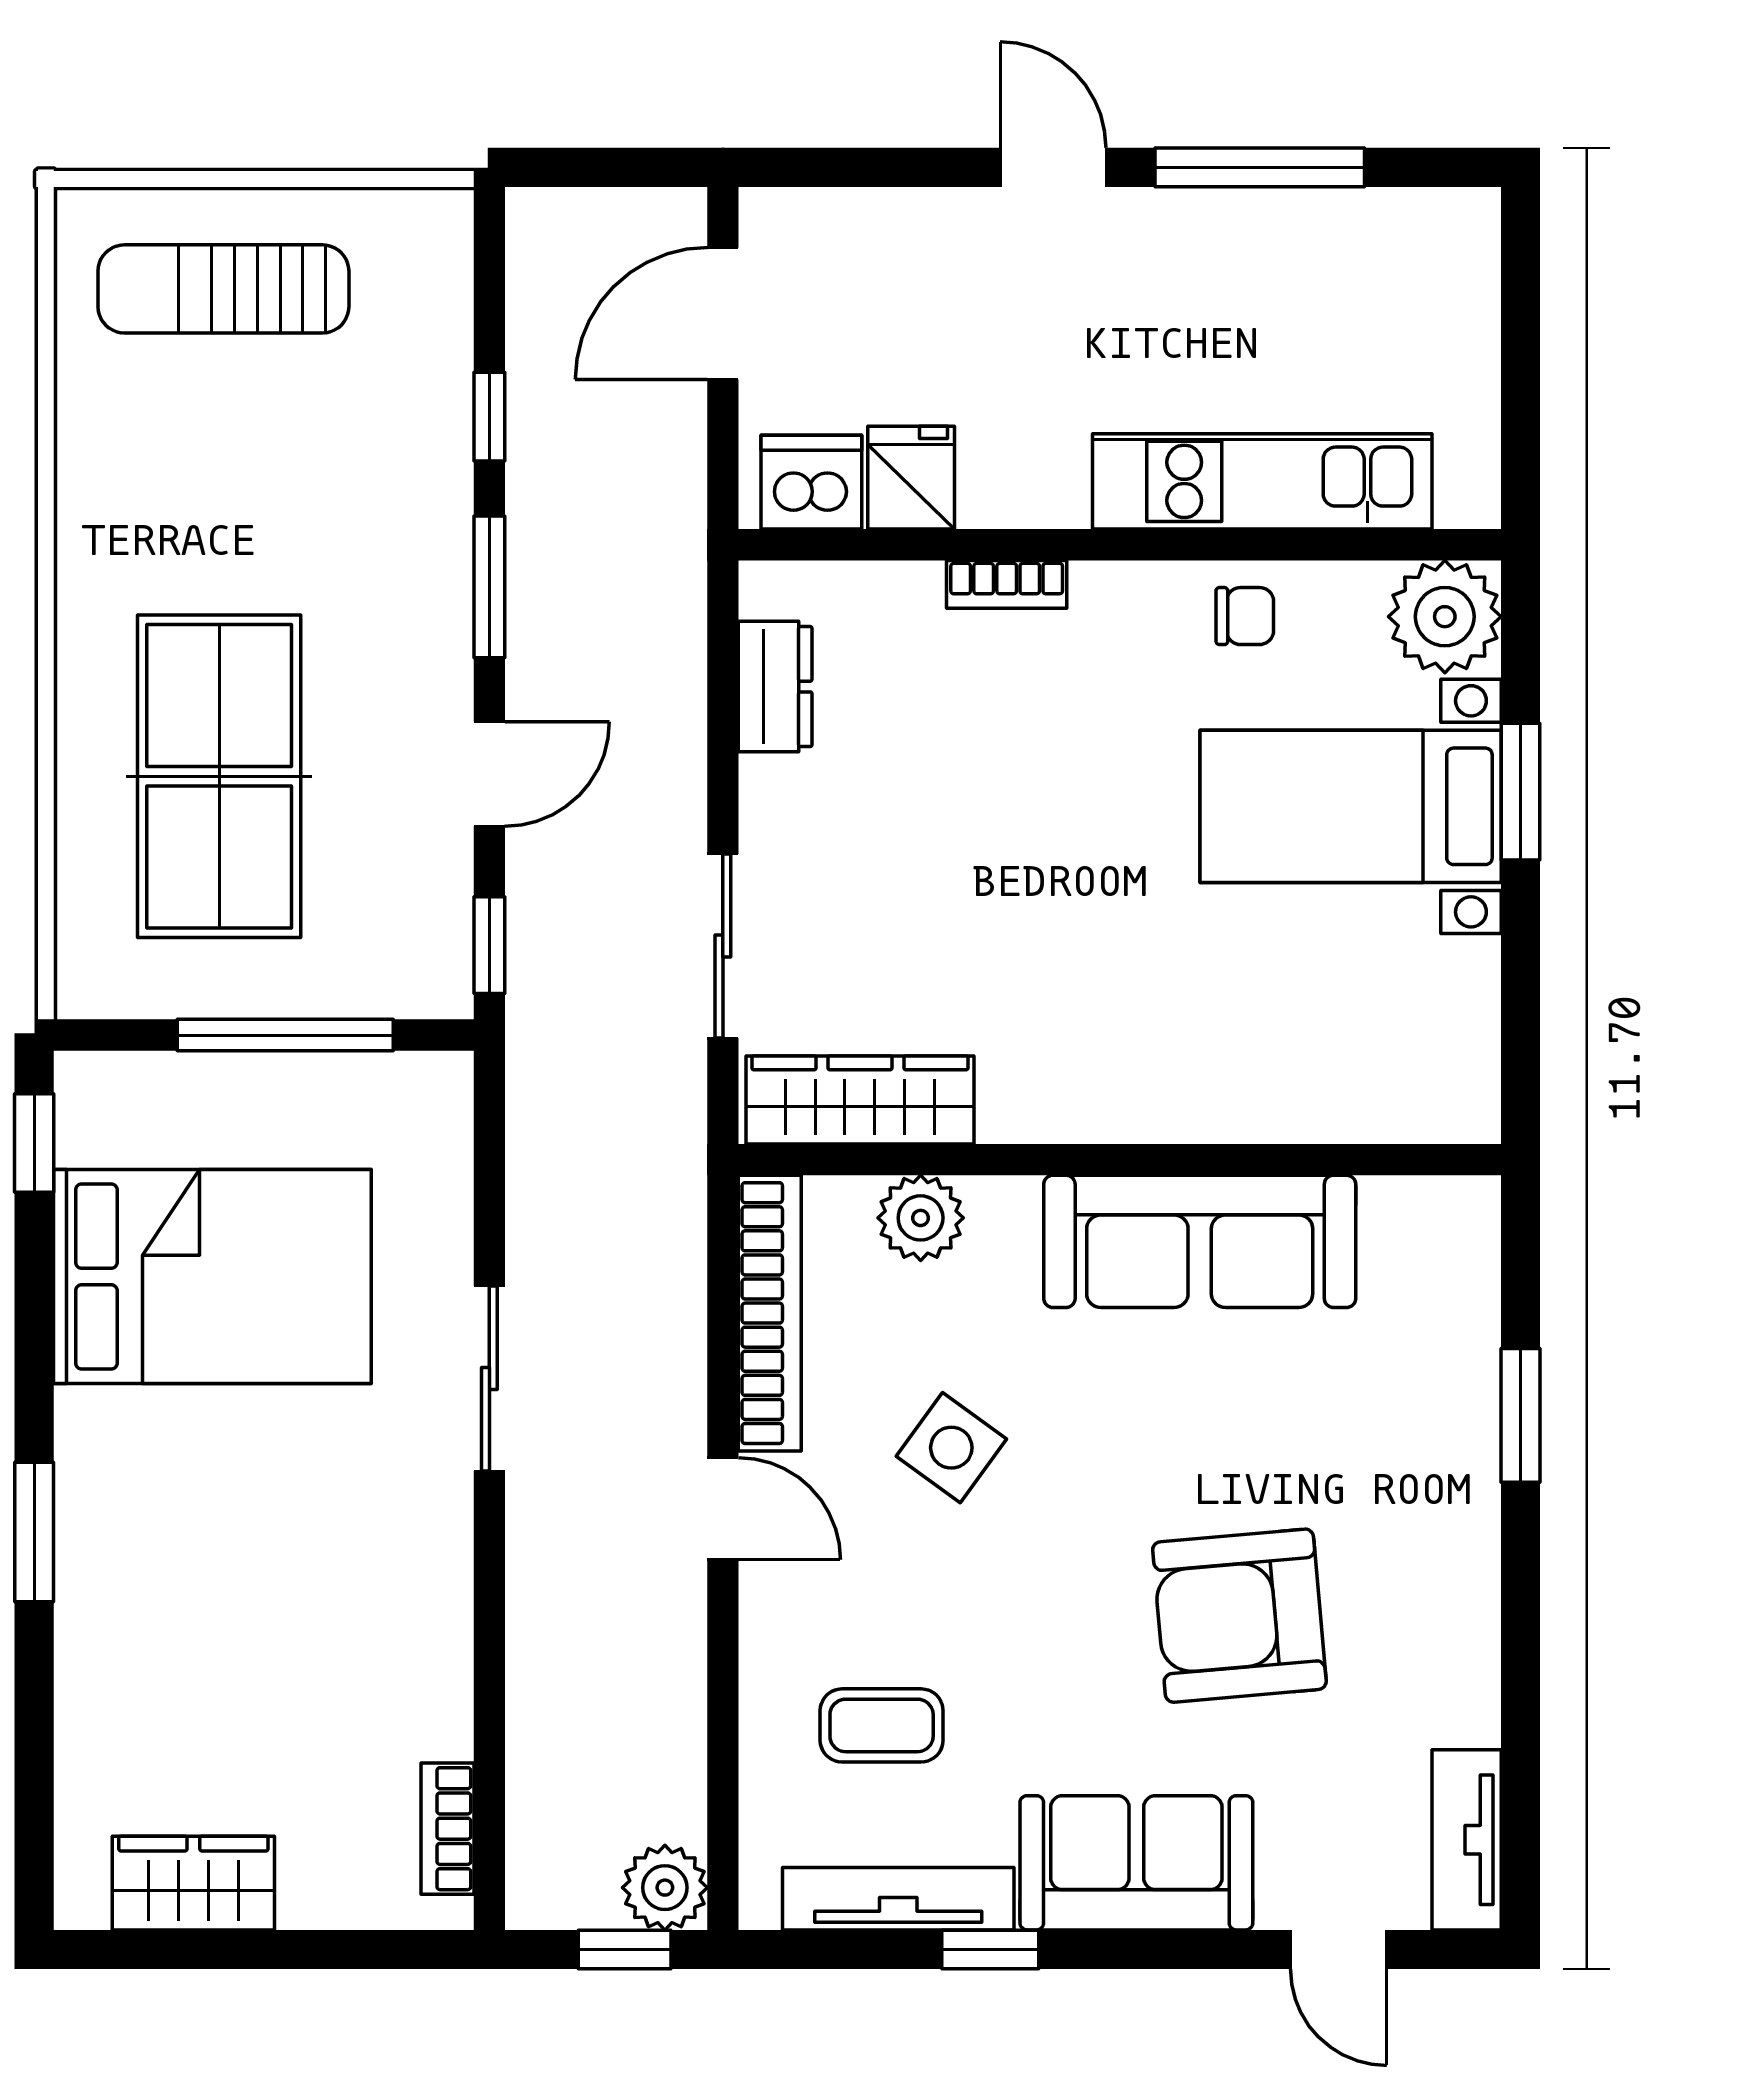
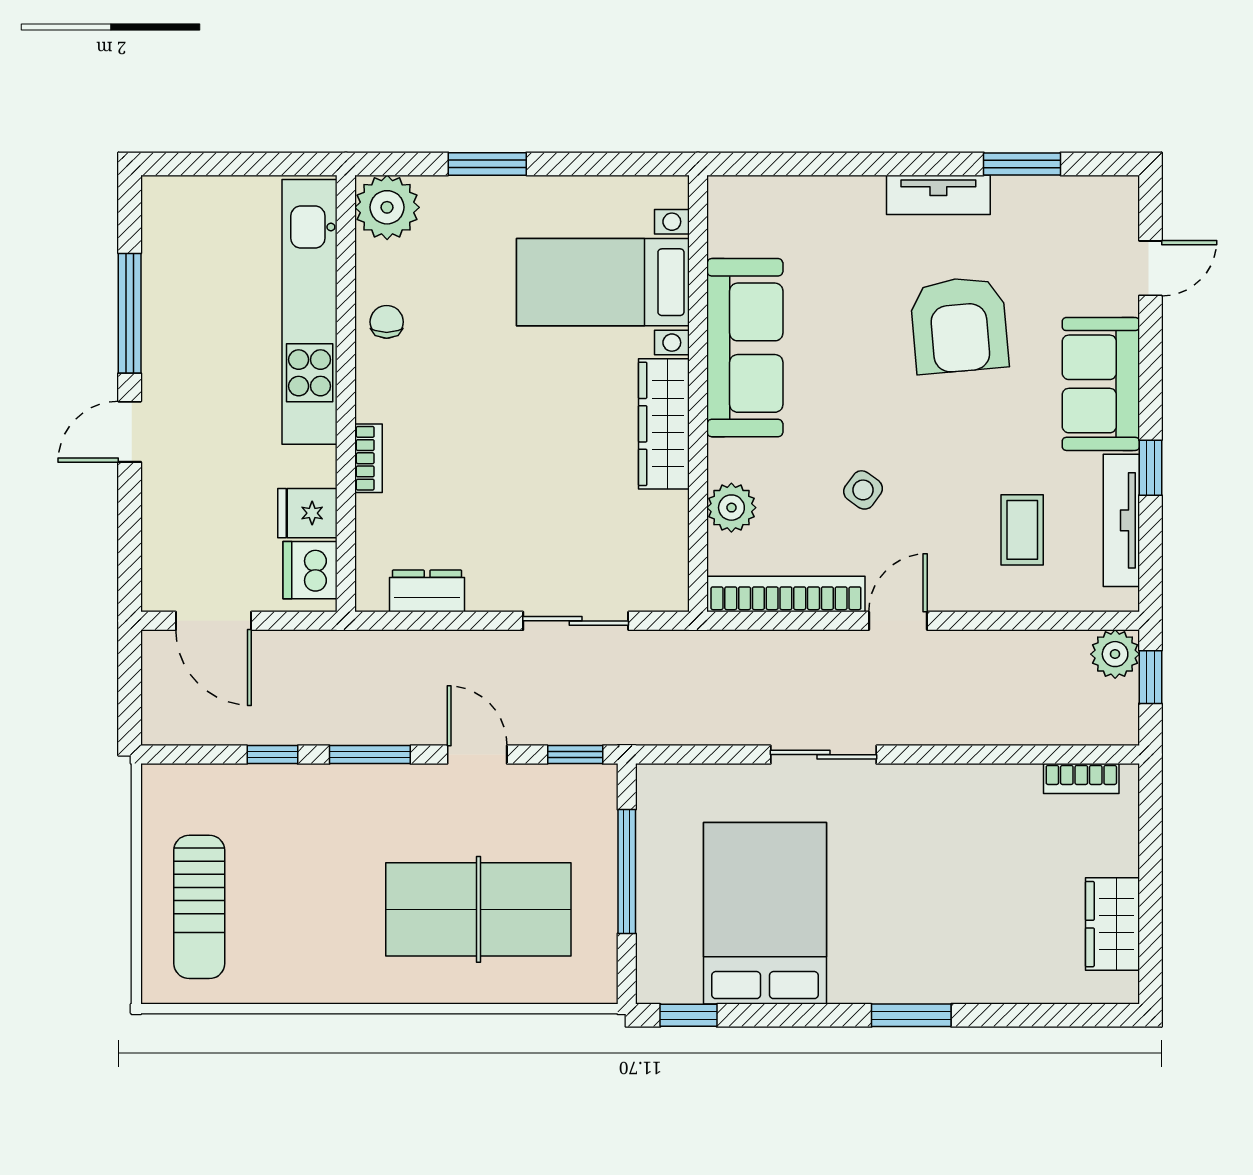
kitchen unit: (1262, 481) -> (310, 312), width x1.36
bed with nightstands: (1351, 806) -> (603, 282), moved, turned 90
wardrobe: (860, 1100) -> (664, 424), moved
window: (1521, 1415) -> (1022, 164), moved
side table: (951, 1448) -> (863, 490), width x0.73, depth x0.73
tv unit: (1467, 1840) -> (938, 195), moved

